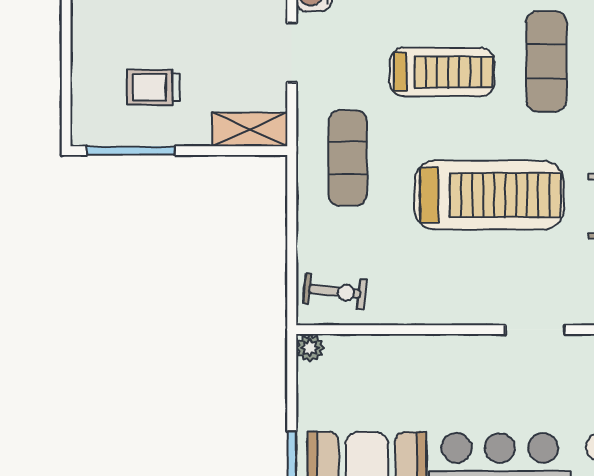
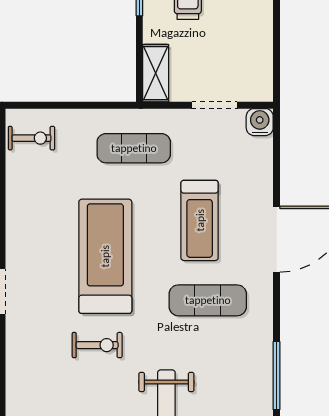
treadmill: (489, 195) -> (105, 256), turned 180
exercise bike: (335, 291) -> (32, 138), turned -96

